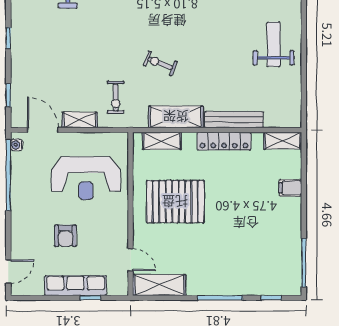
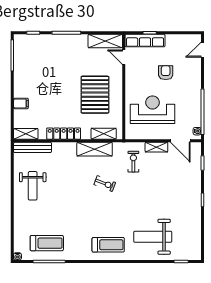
weight bench: (274, 44) -> (33, 186), moved
bench: (234, 120) -> (33, 147), moved
pallet: (175, 202) -> (95, 95), turned 90
row of seats: (76, 286) -> (145, 41), moved

